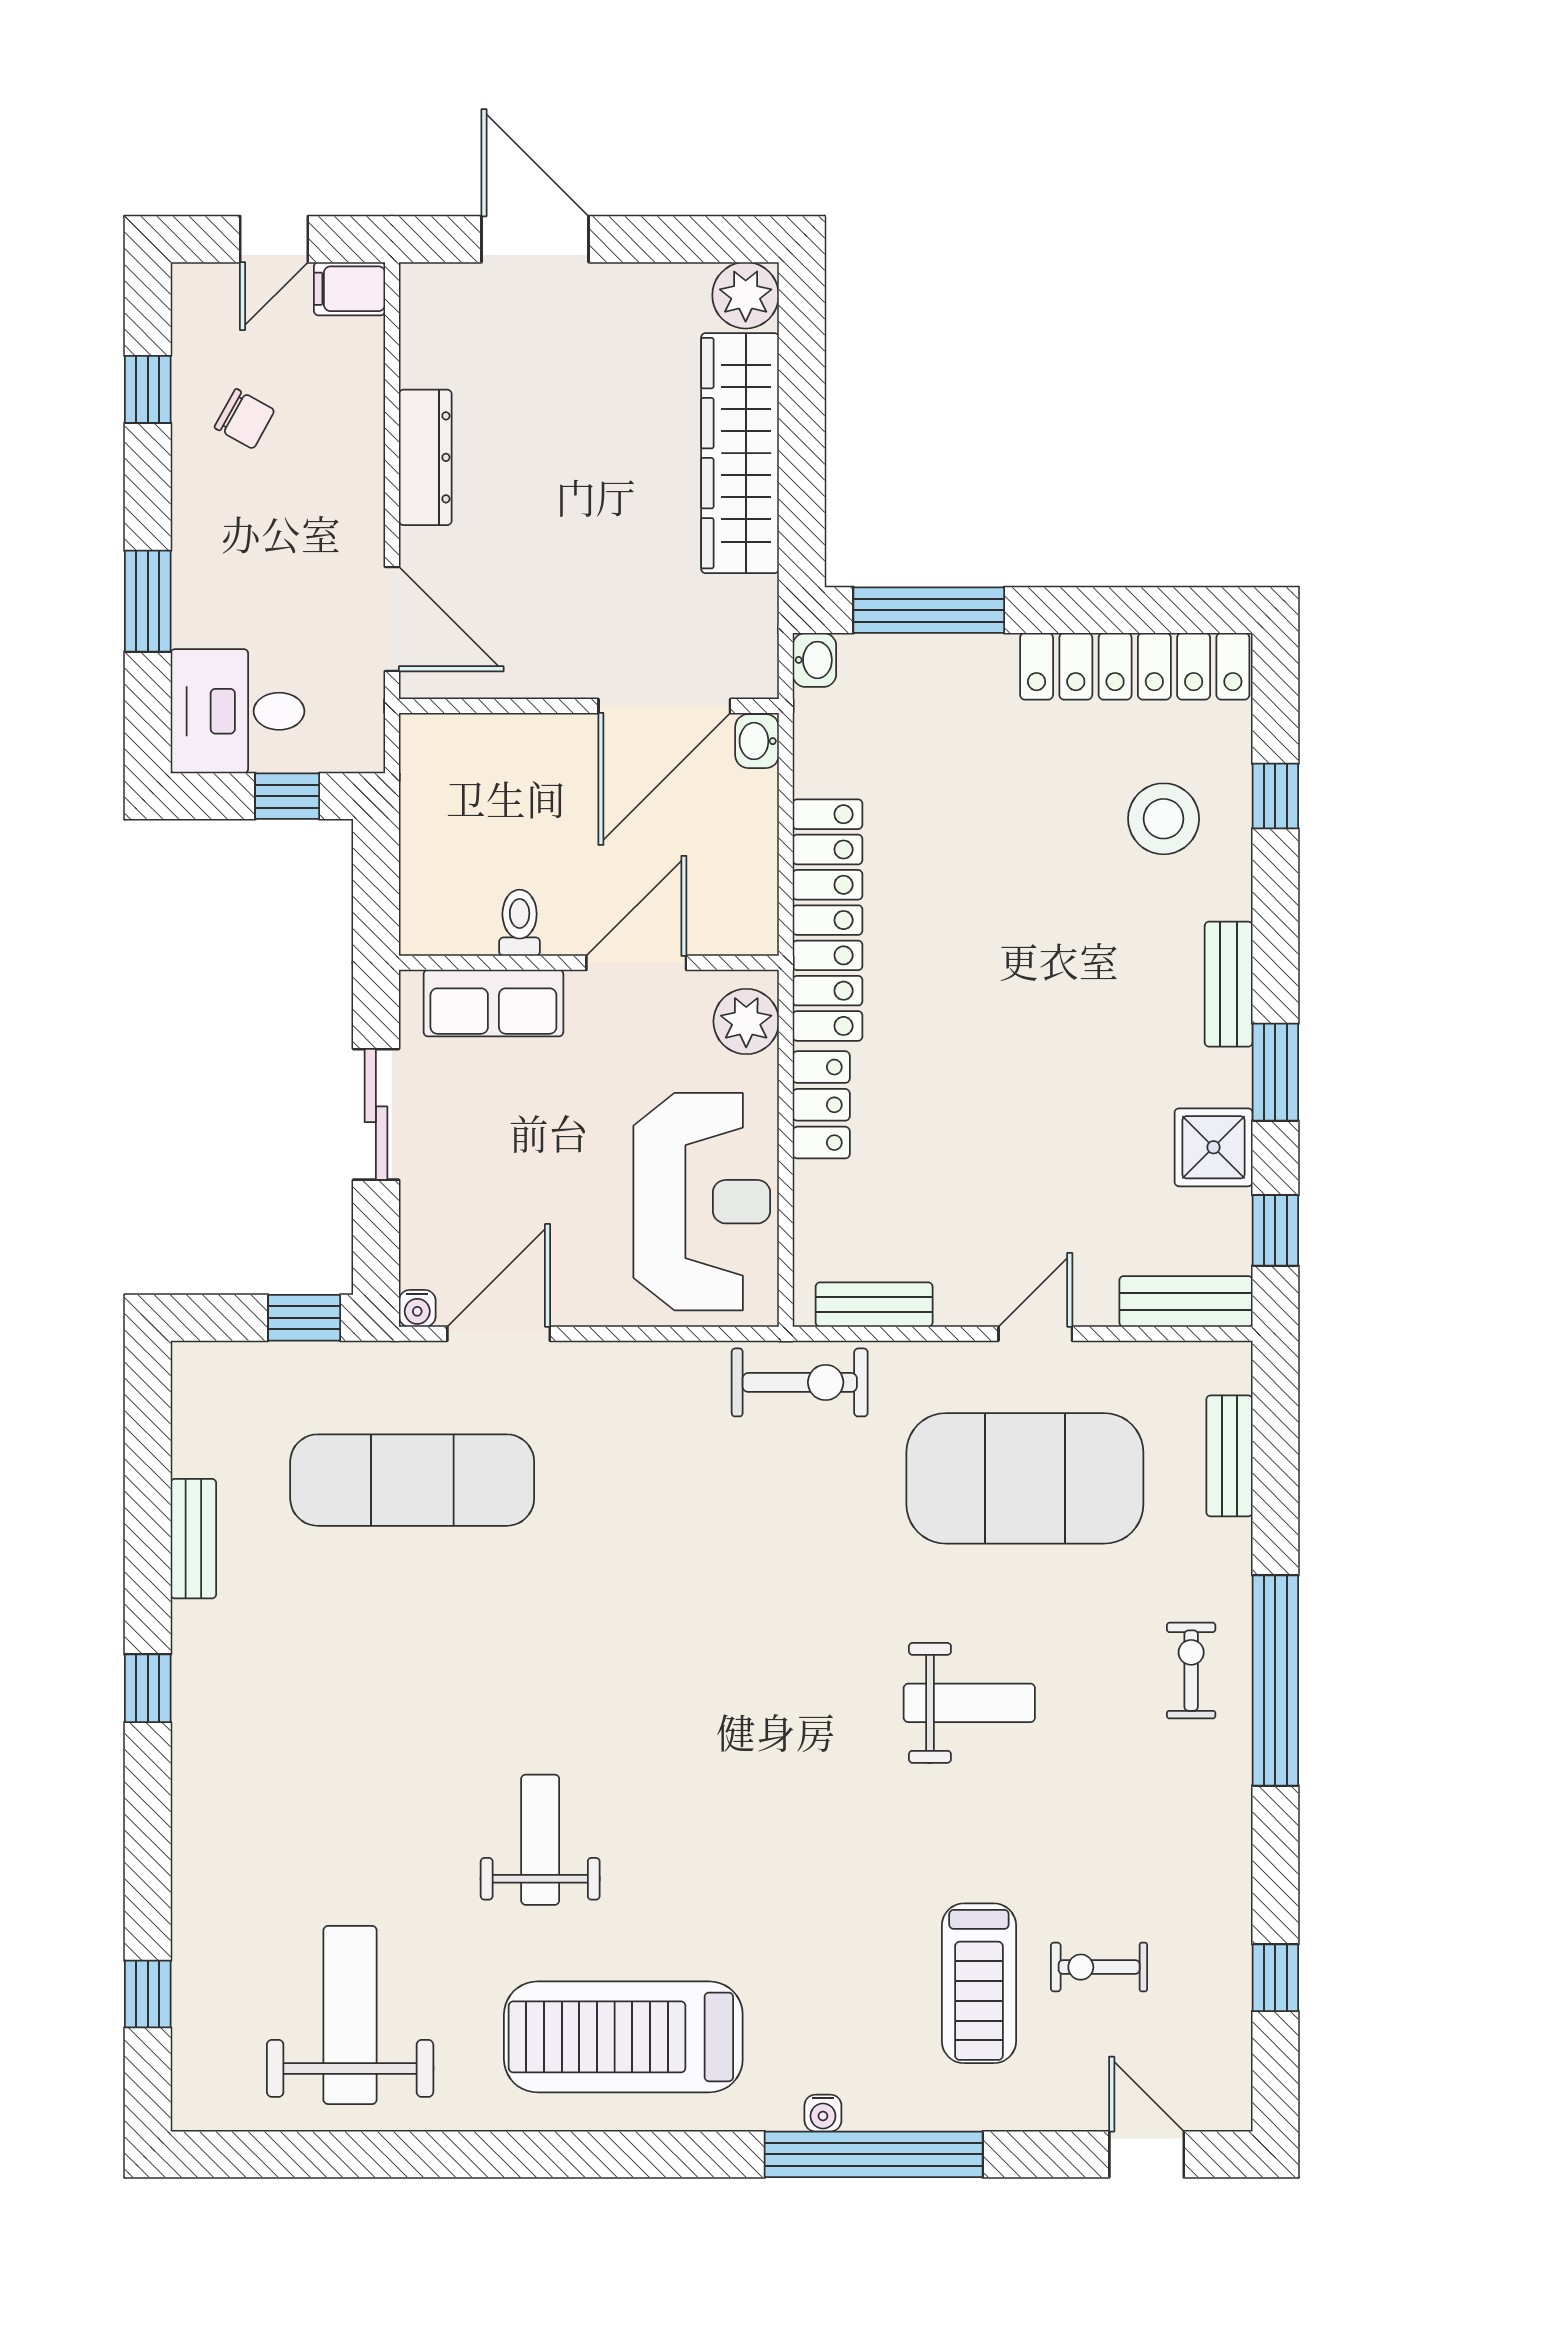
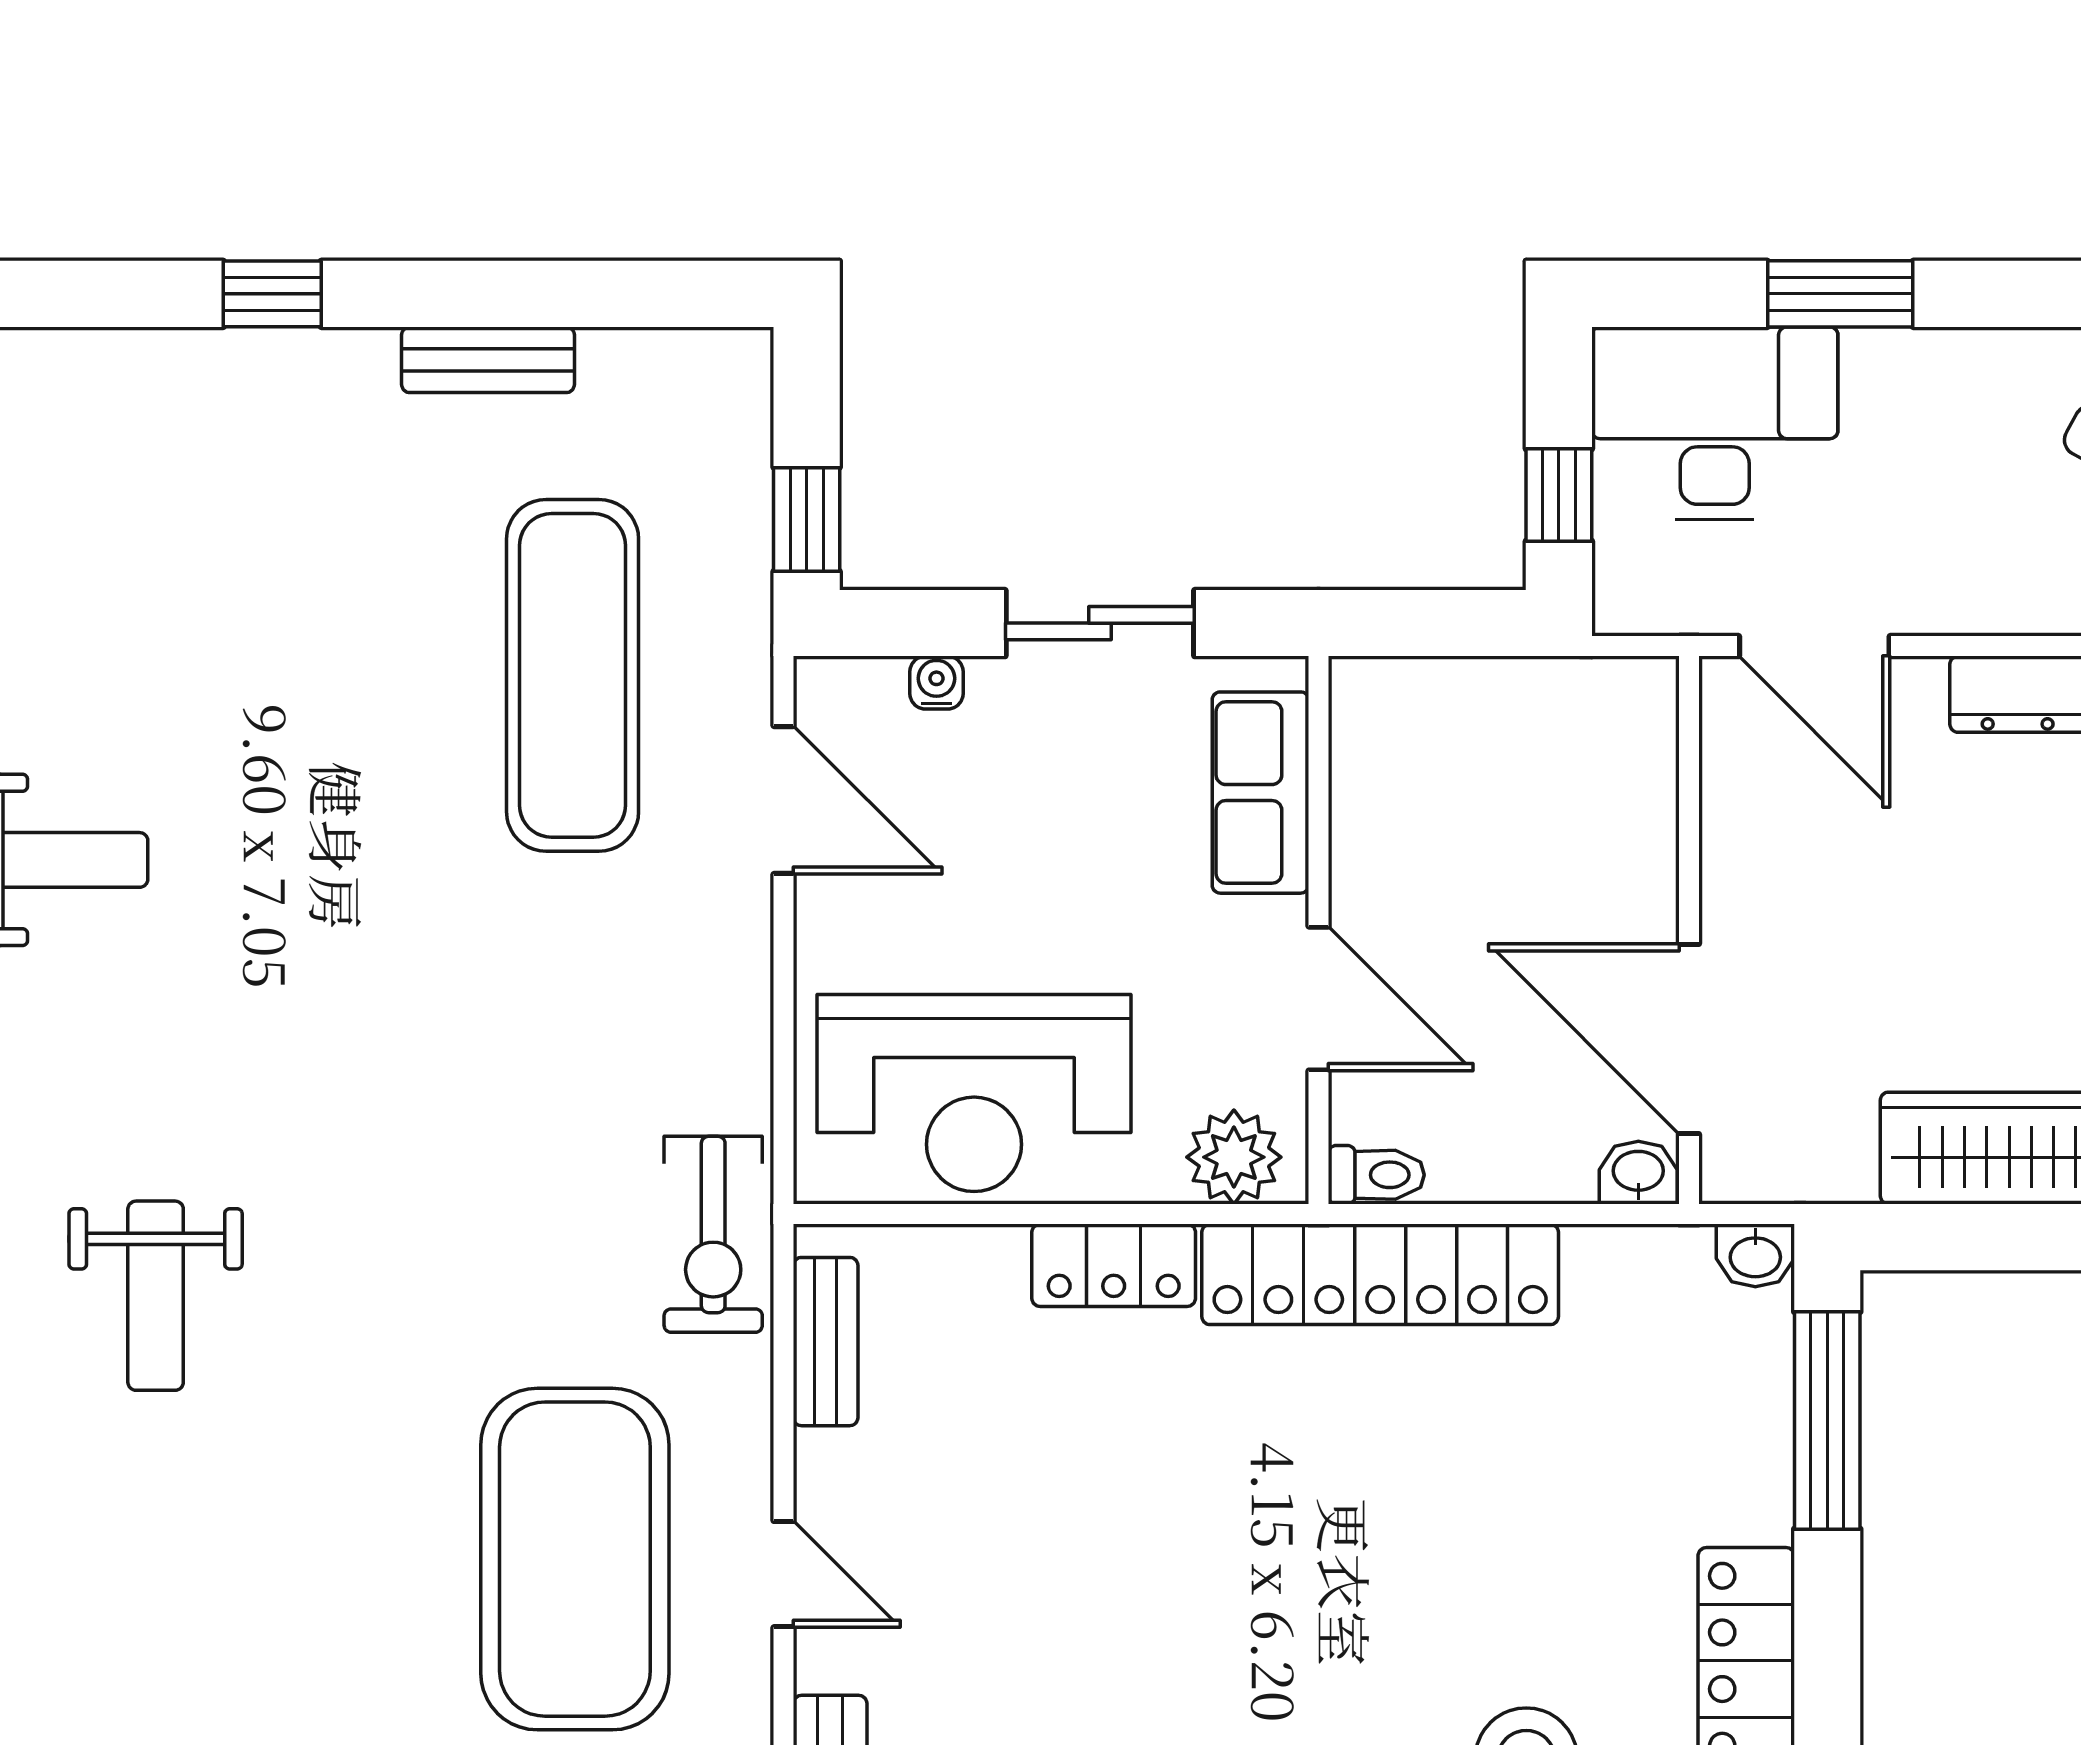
door: (392, 619) -> (1814, 646), hinge flipped
desk: (237, 711) -> (1715, 423), width x1.37
toilet: (520, 923) -> (1376, 1175), moved
water cooler: (417, 1308) -> (936, 683), moved, turned 90
weight bench: (969, 1703) -> (156, 1296), moved

